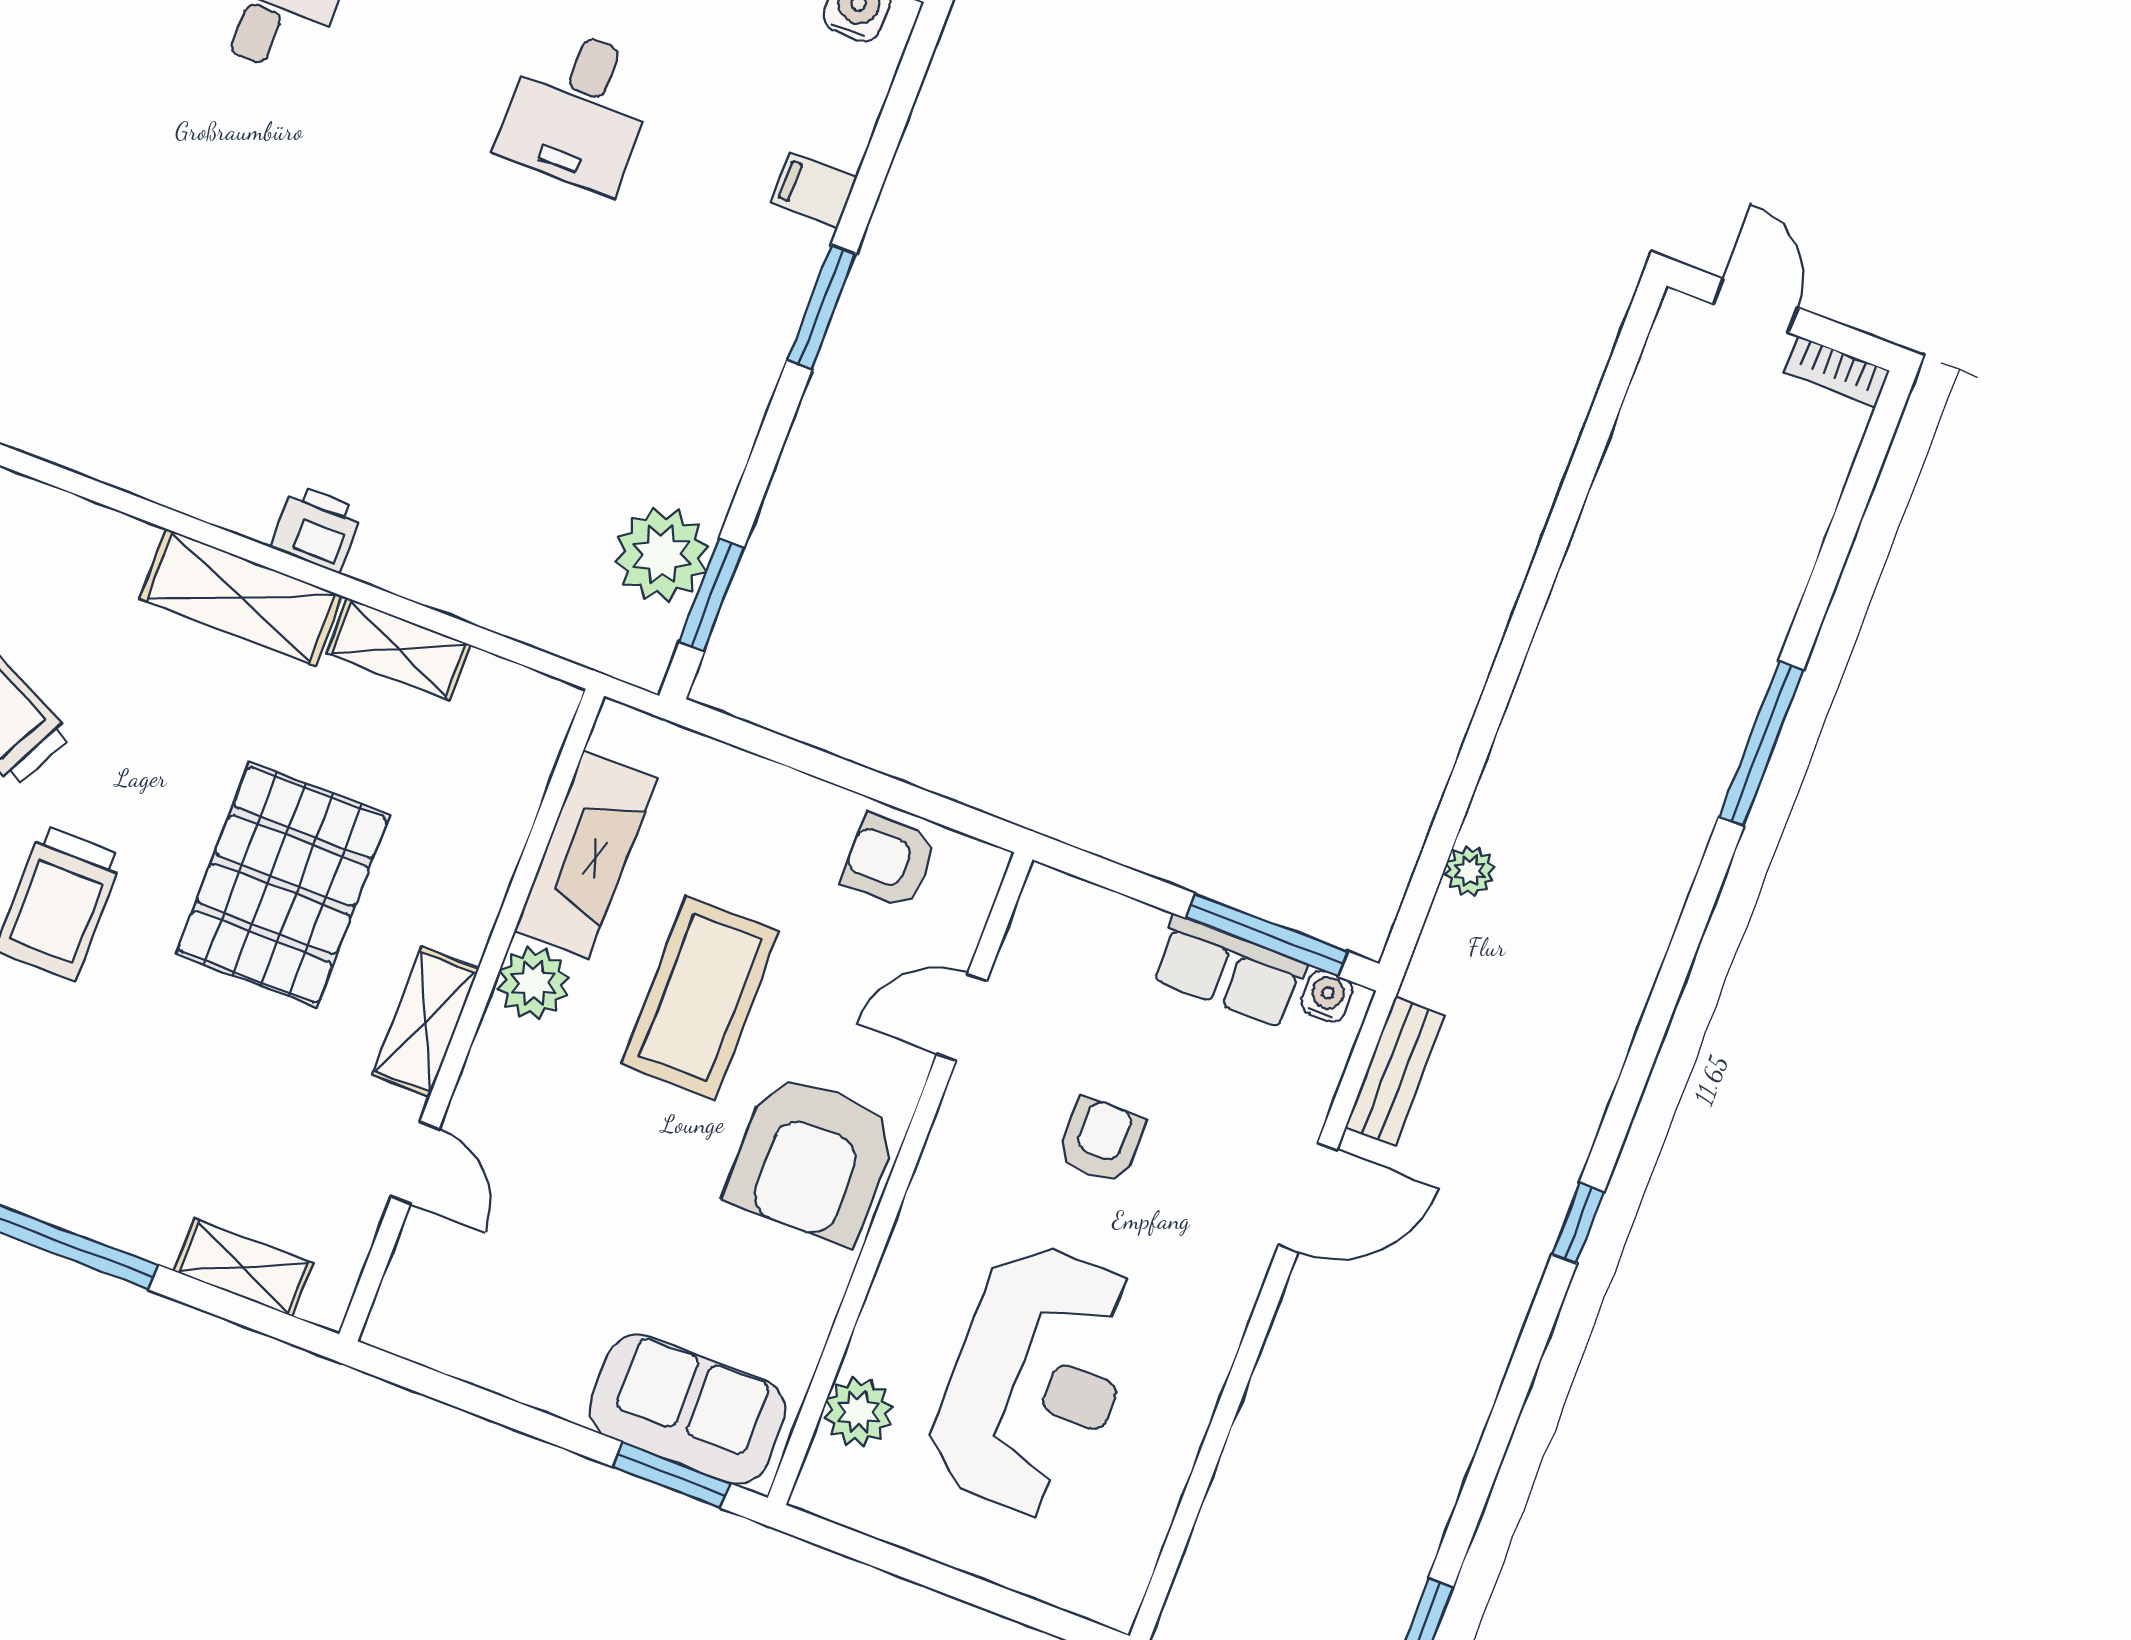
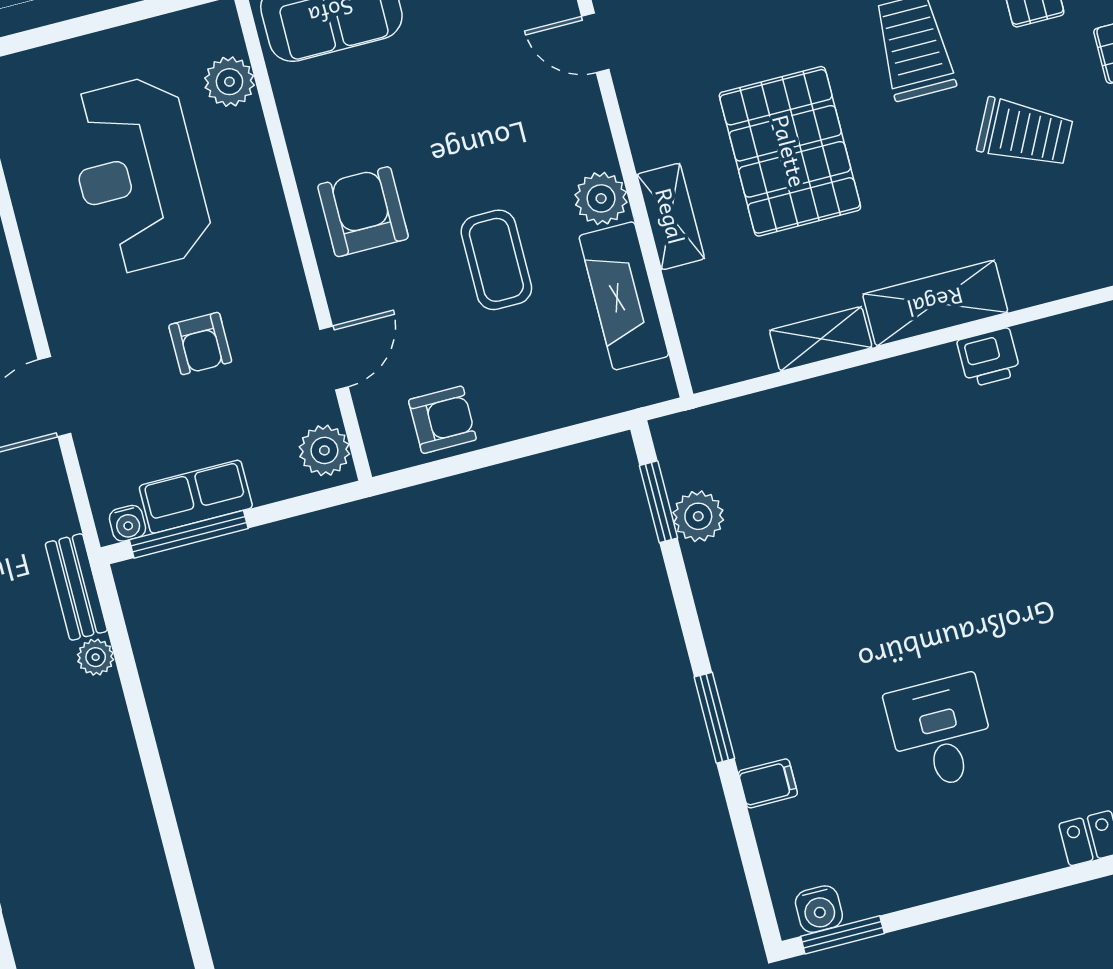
printer: (317, 529) -> (989, 358), moved
plant: (662, 554) -> (698, 516), width x0.73, depth x0.73
plant: (1047, 920) -> (324, 450), added
coffee table: (700, 998) -> (496, 260), width x0.73, depth x0.76
shelving: (425, 1022) -> (671, 216), moved
bench: (1395, 1071) -> (76, 587), moved
armchair: (812, 1158) -> (363, 212), width x0.73, depth x0.73

